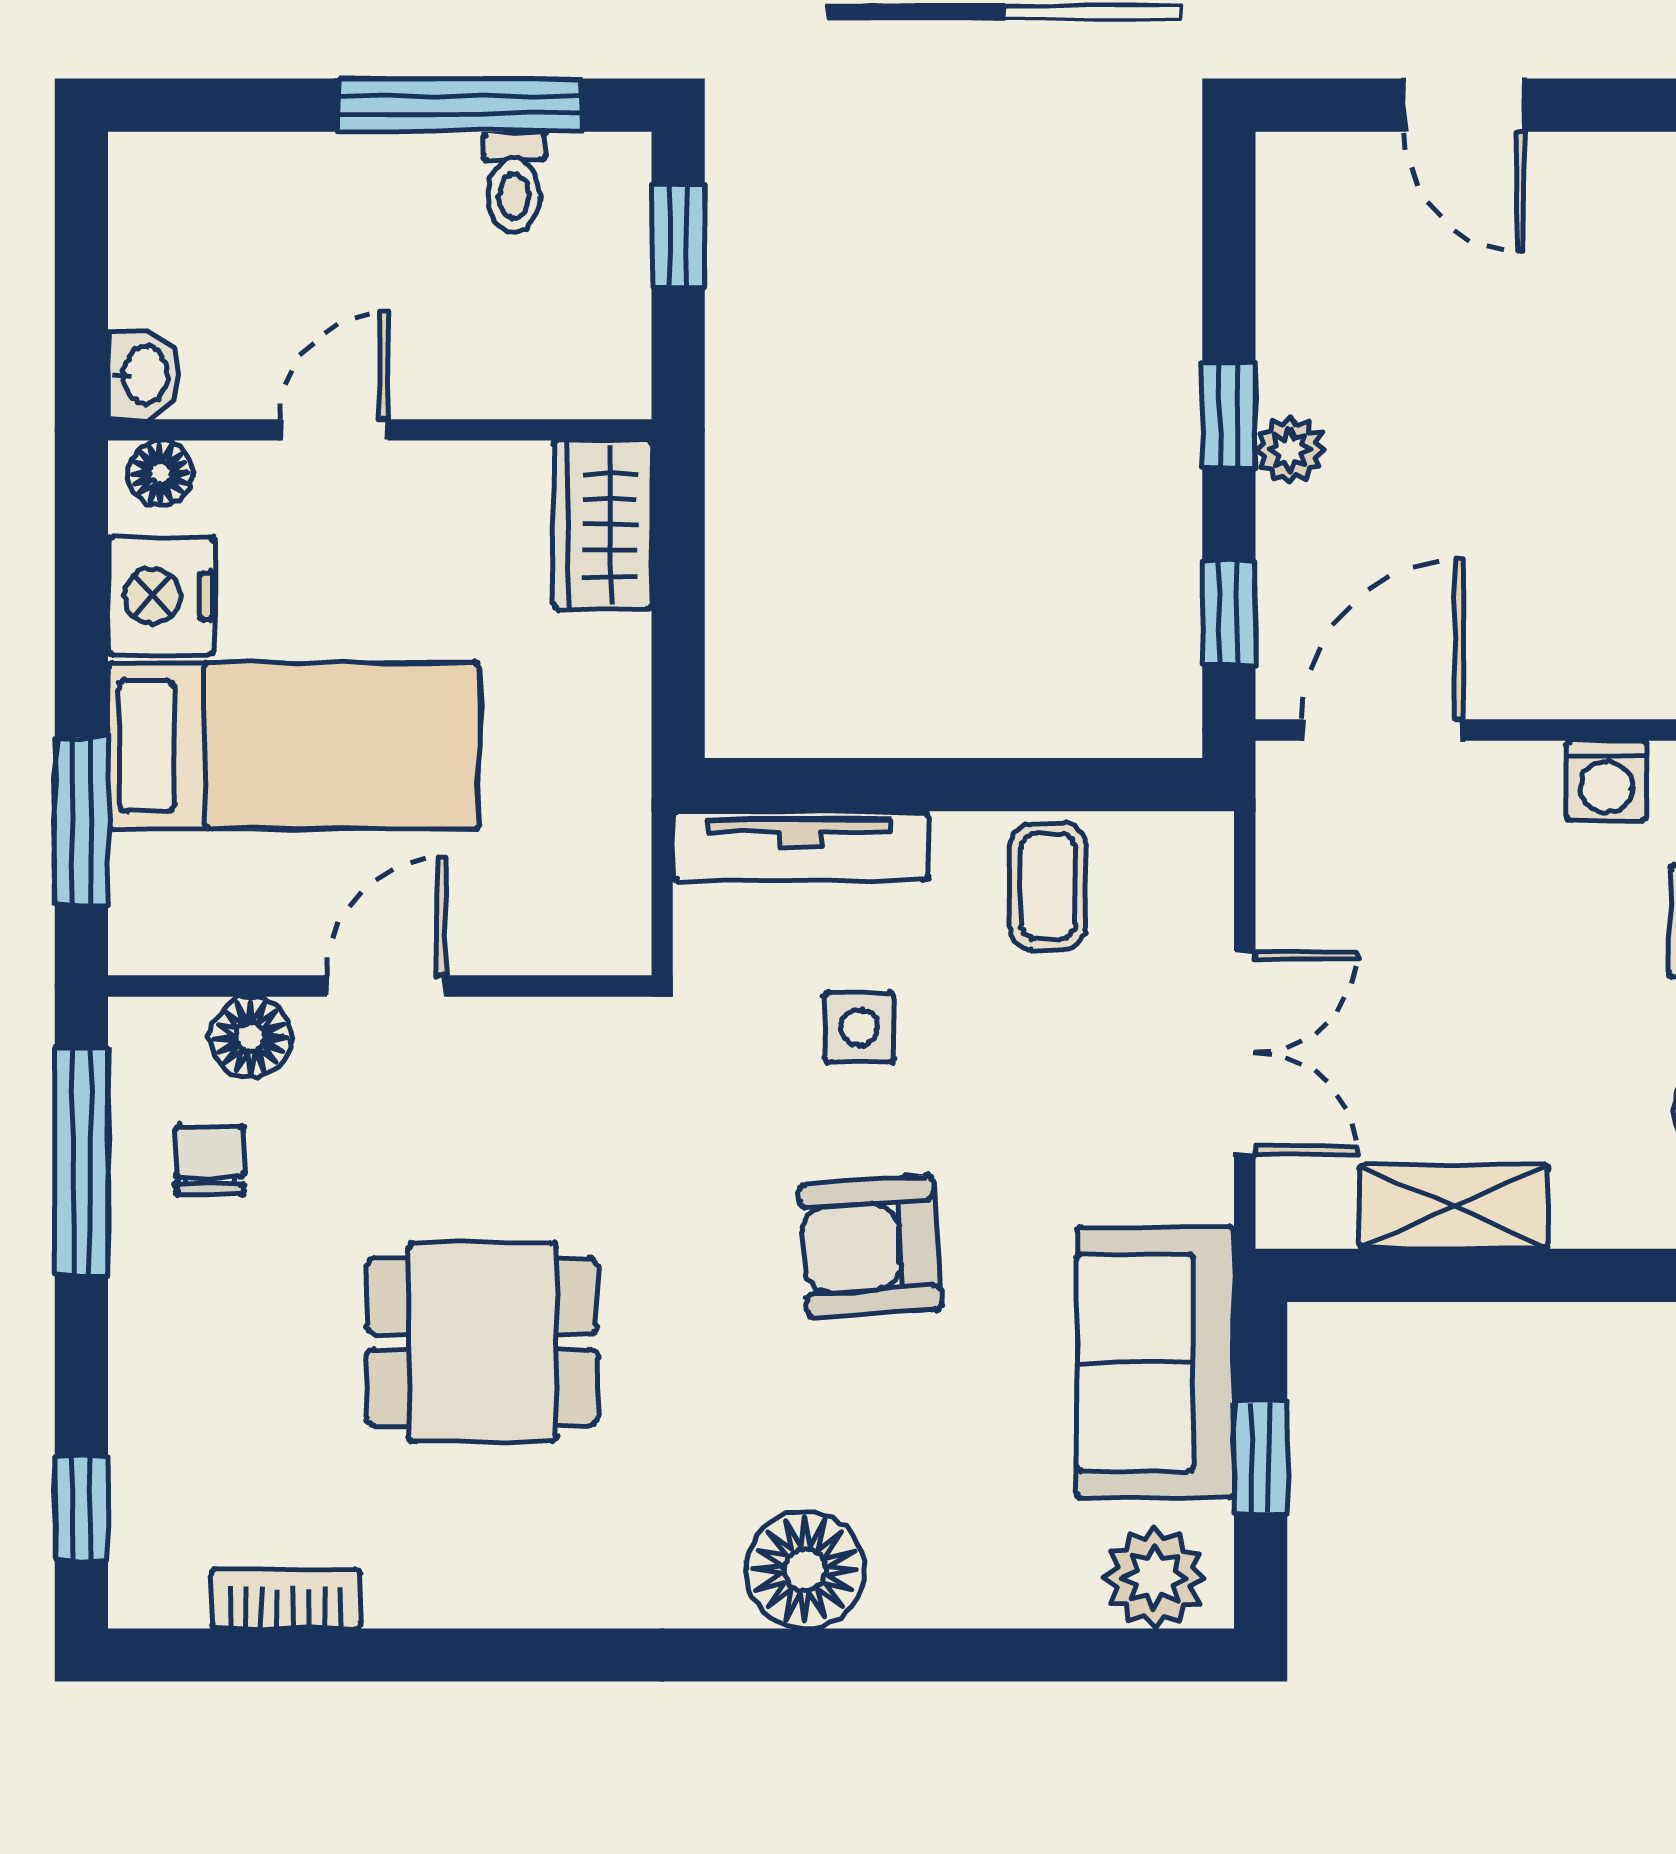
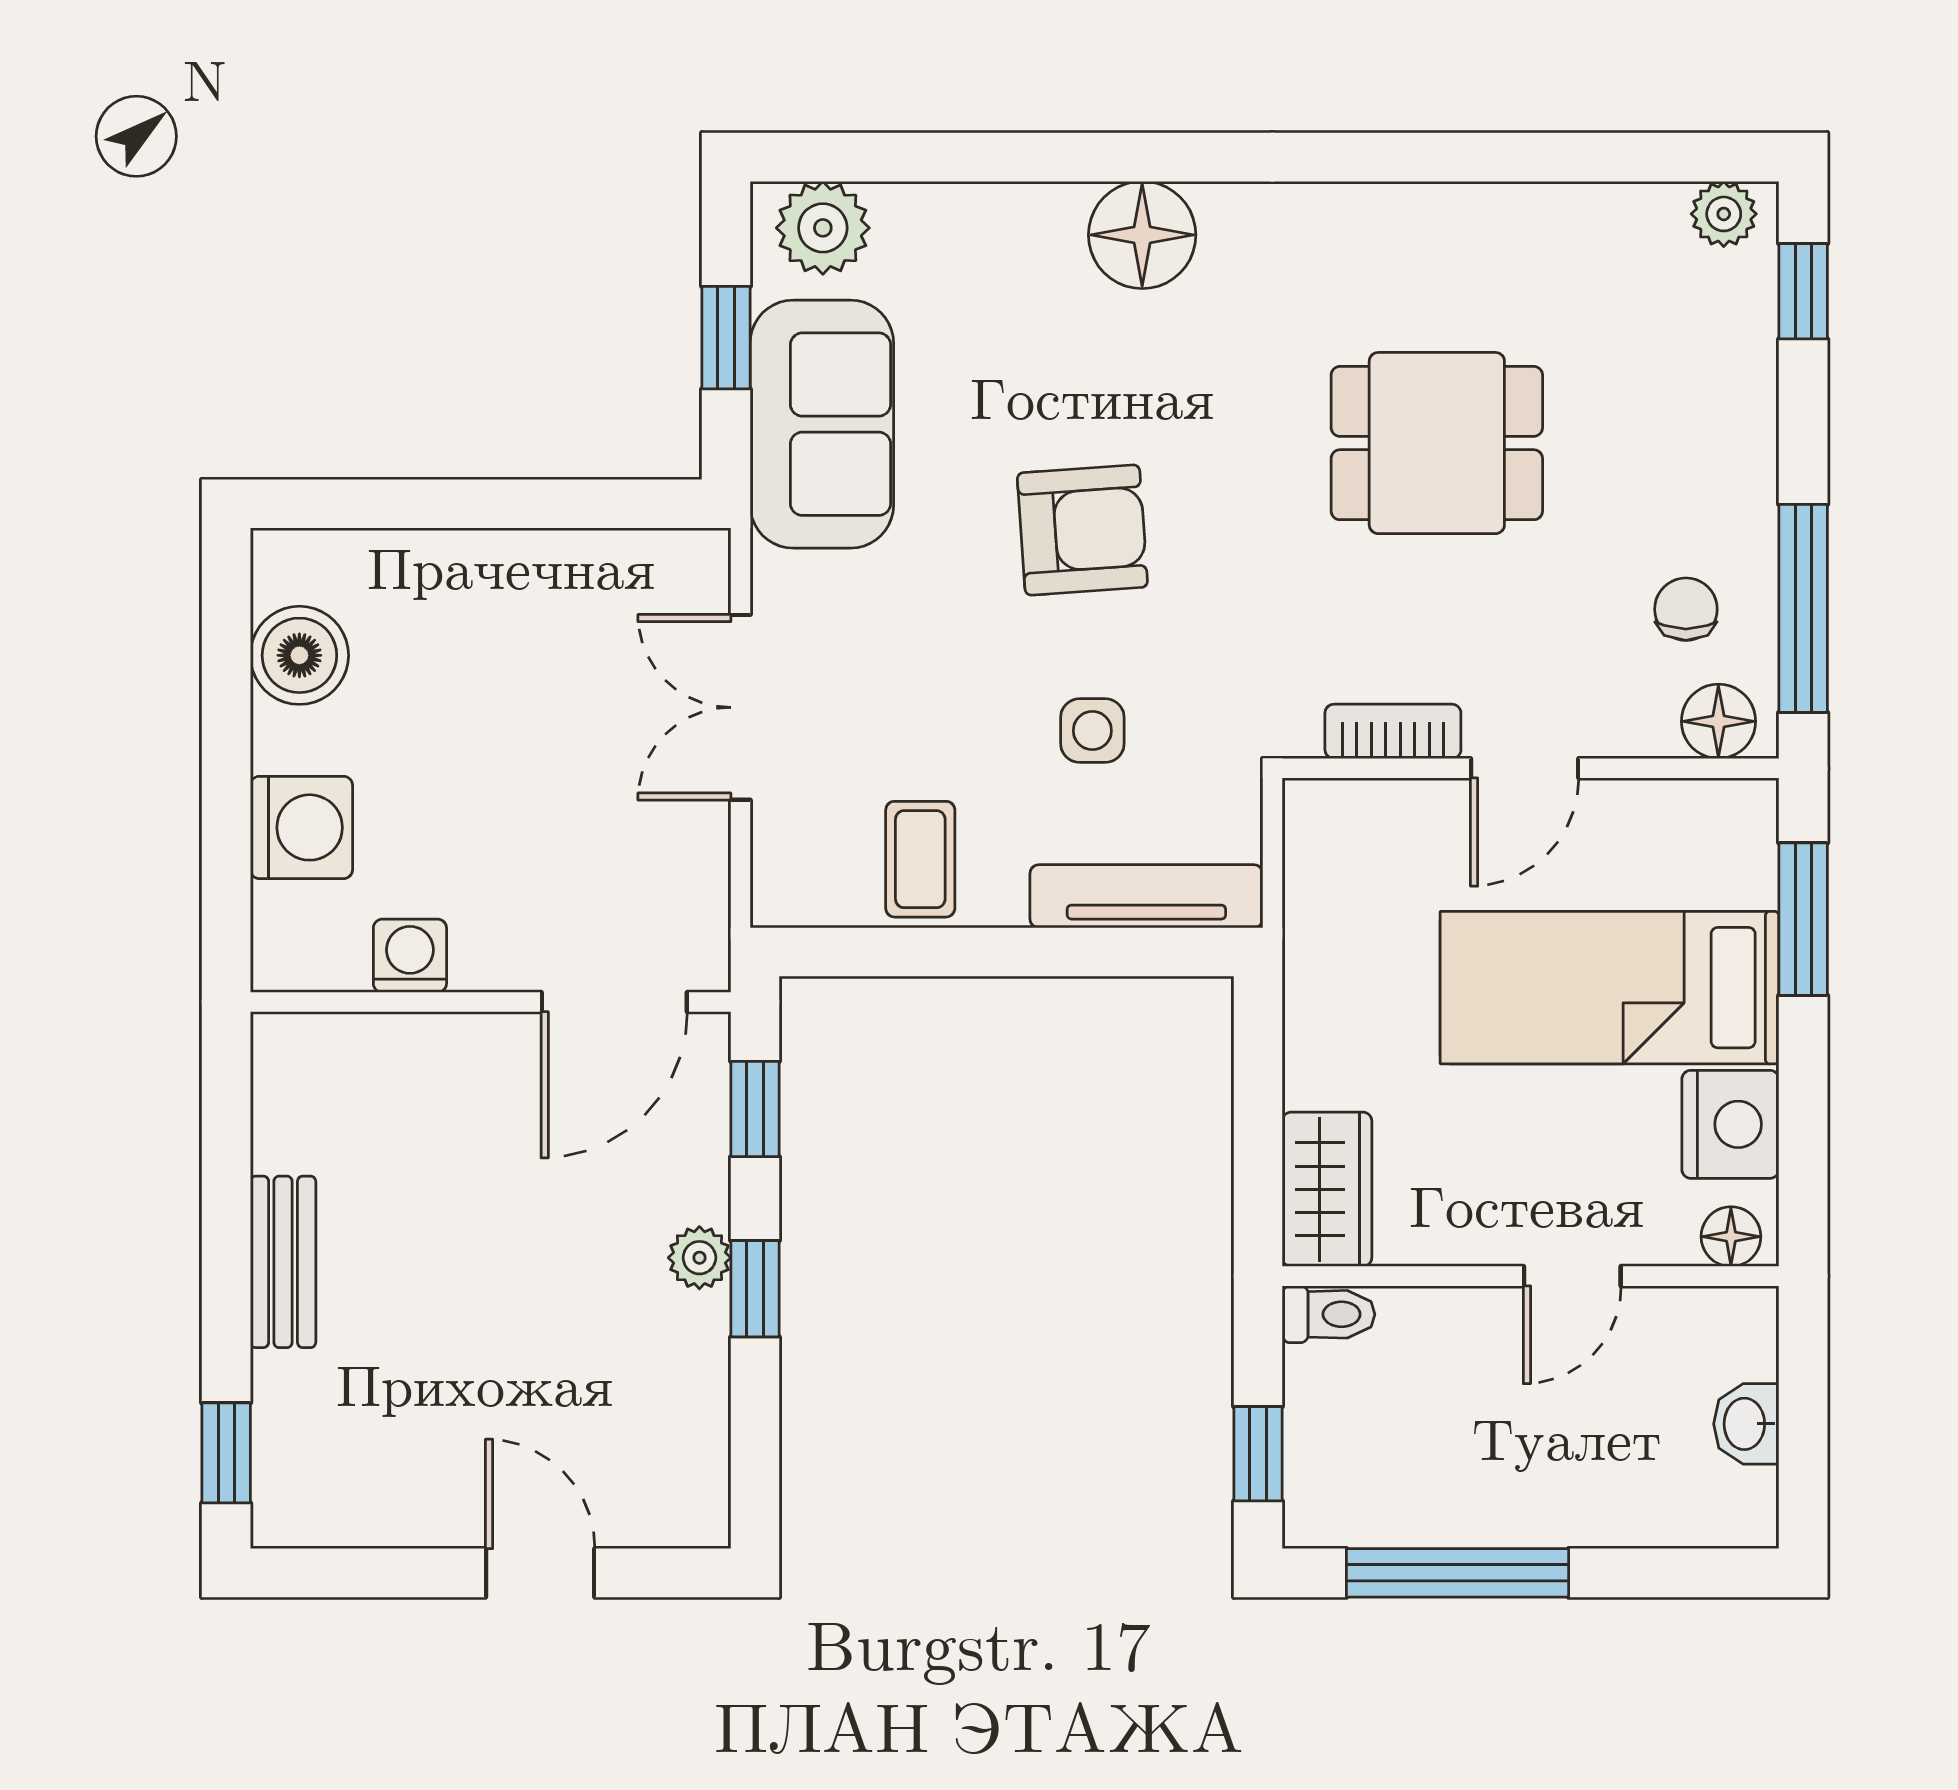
toilet: (514, 182) -> (1329, 1314), moved, turned 90
washbasin: (144, 375) -> (1746, 1424), moved
floor lamp: (251, 1037) -> (1718, 721), moved
chair: (210, 1160) -> (1686, 609), turned 180
shelving: (1453, 1207) -> (550, 567), removed
plant: (168, 1593) -> (1724, 214), added
bookcase: (286, 1599) -> (1393, 731), moved, turned 180

